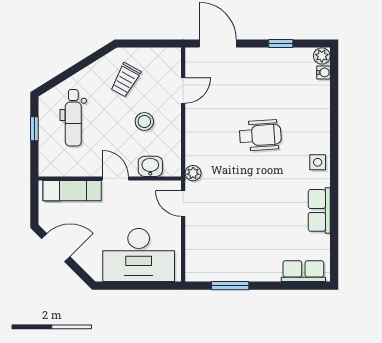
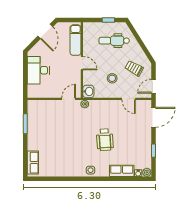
door: (159, 43) -> (153, 86), added
washbasin: (150, 166) -> (88, 91), moved
door: (116, 178) -> (82, 63), hinge flipped
row of seats: (319, 210) -> (122, 171), moved
desk: (139, 255) -> (38, 70), width x0.73, depth x0.77

